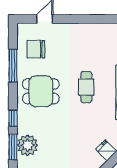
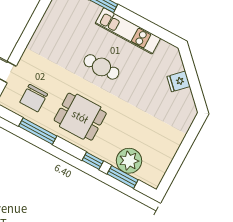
dining table: (41, 91) -> (80, 117), turned 90

